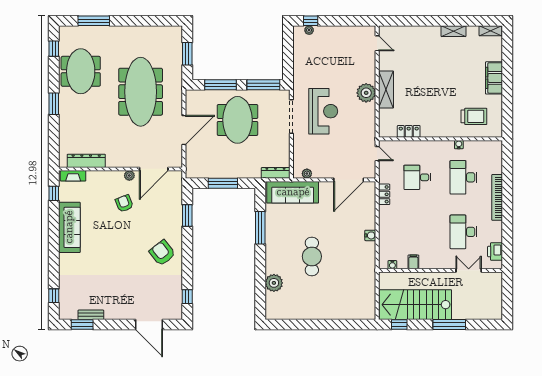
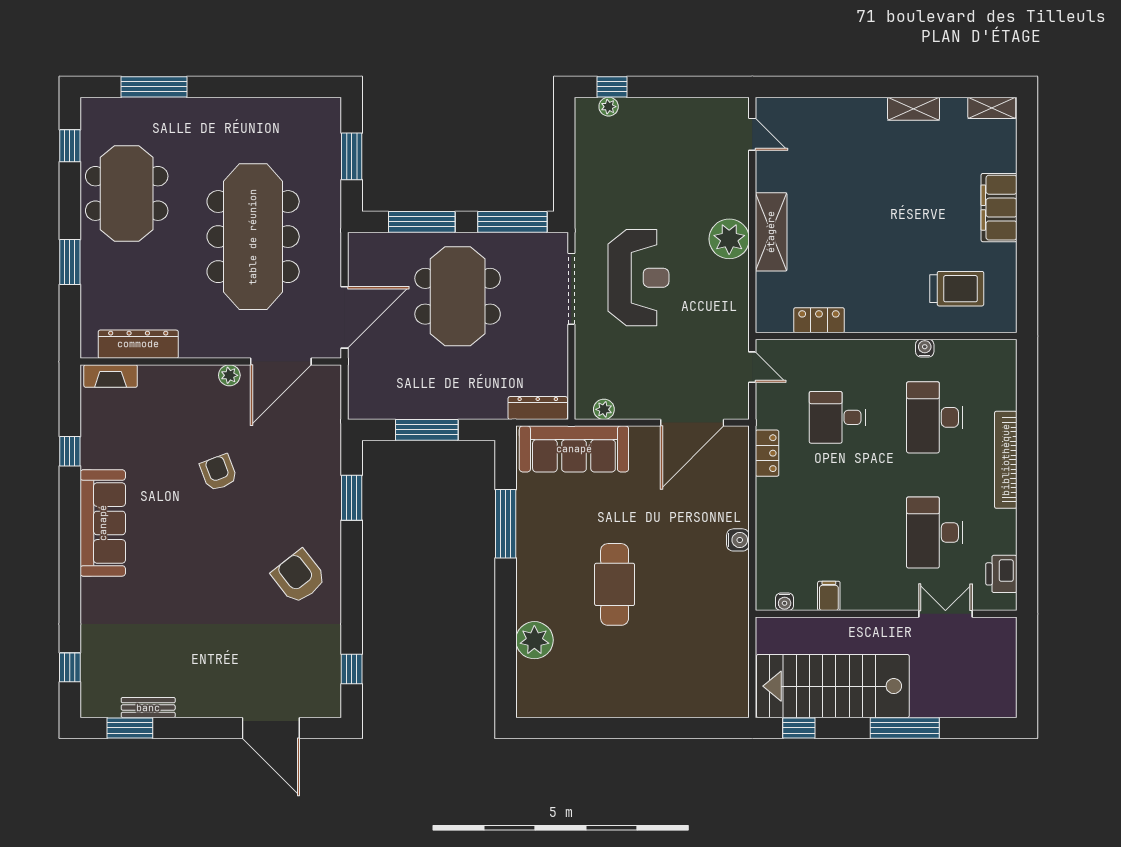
dresser: (86, 161) -> (138, 344), moved
wall: (121, 169) -> (211, 362), moved
door: (154, 169) -> (281, 362), moved
plant: (129, 175) -> (229, 375), moved
fireplace: (73, 176) -> (111, 376), moved

